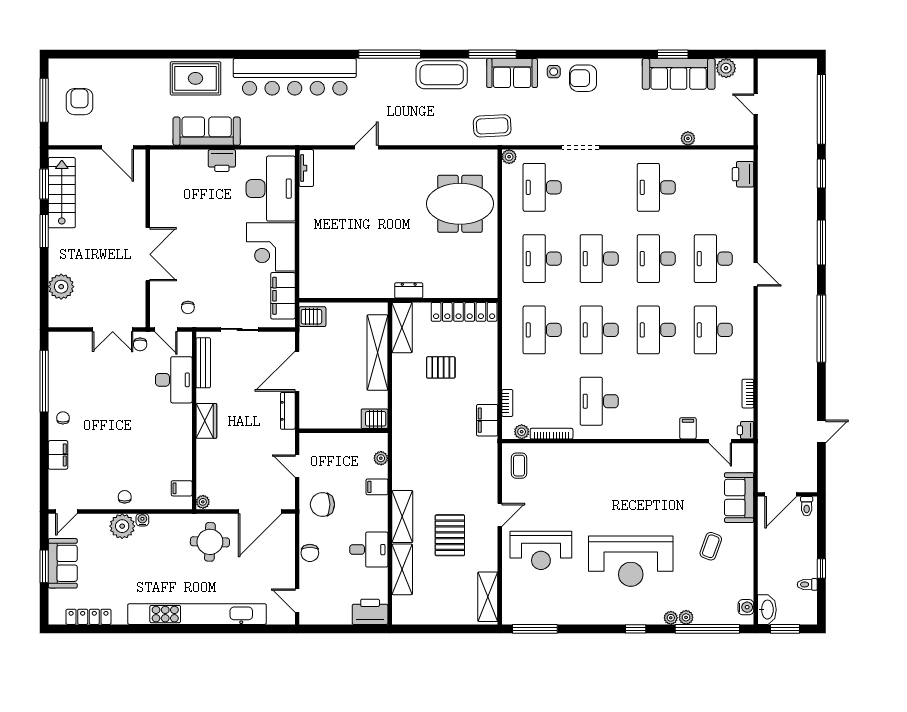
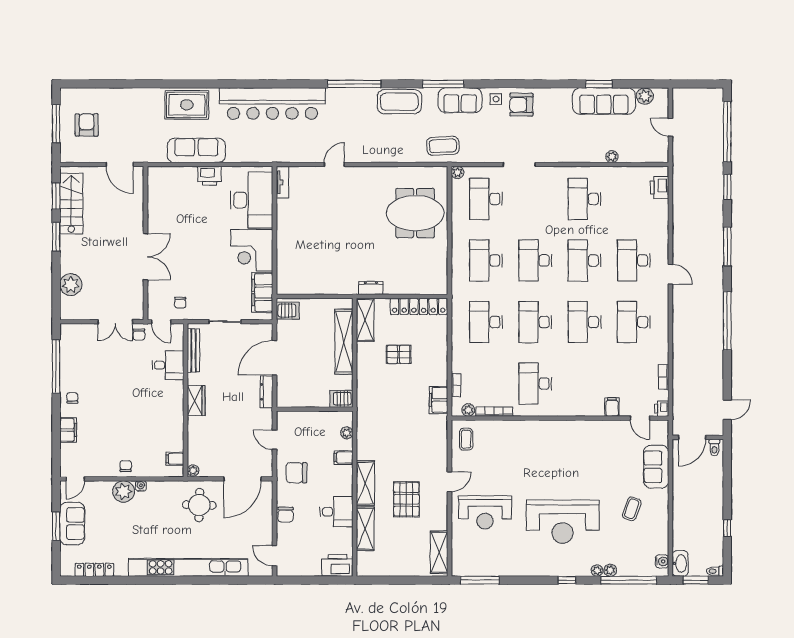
desk: (174, 380) -> (168, 365), width x0.73
door: (781, 494) -> (692, 437), moved
wall: (787, 494) -> (698, 437), moved
toilet: (807, 506) -> (714, 448), moved
toilet: (807, 584) -> (715, 571), moved

